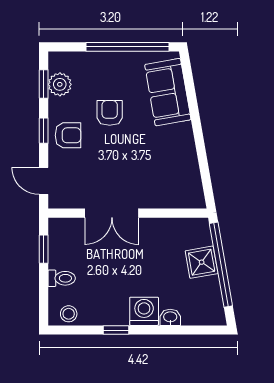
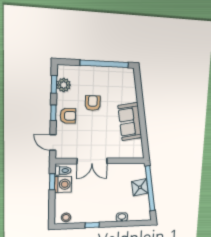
sofa: (168, 92) -> (130, 122), moved
toilet: (62, 278) -> (63, 171), moved
washing machine: (144, 311) -> (63, 184), moved, turned 90

